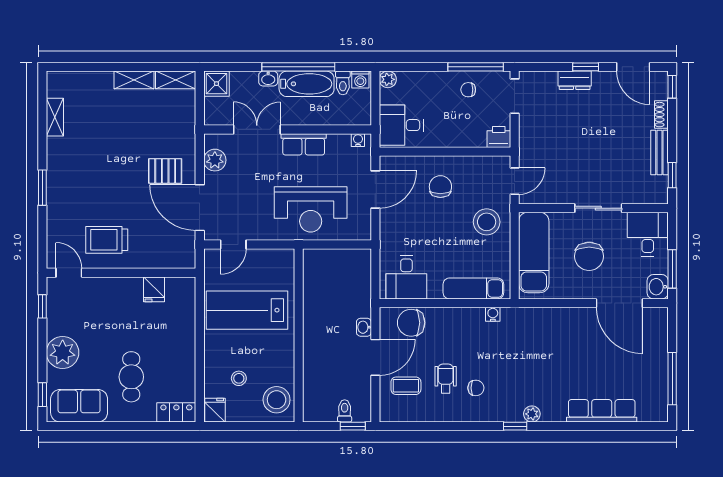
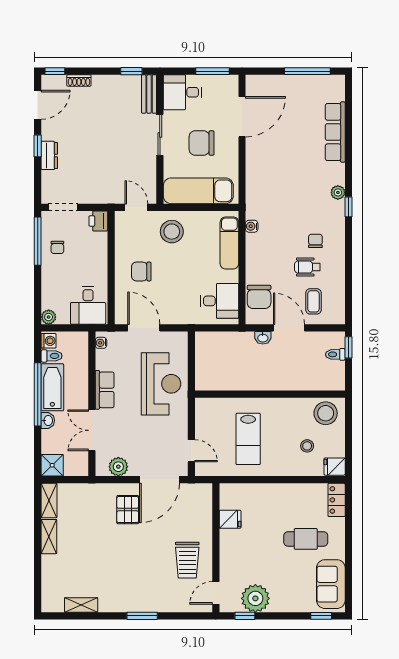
bench: (659, 152) -> (149, 94), moved, turned 90
chair: (589, 256) -> (202, 143), turned 180
washbasin: (658, 287) -> (228, 84), removed
lab bench: (247, 310) -> (248, 439), width x0.73, depth x0.72
plant: (63, 353) -> (255, 598), moved

